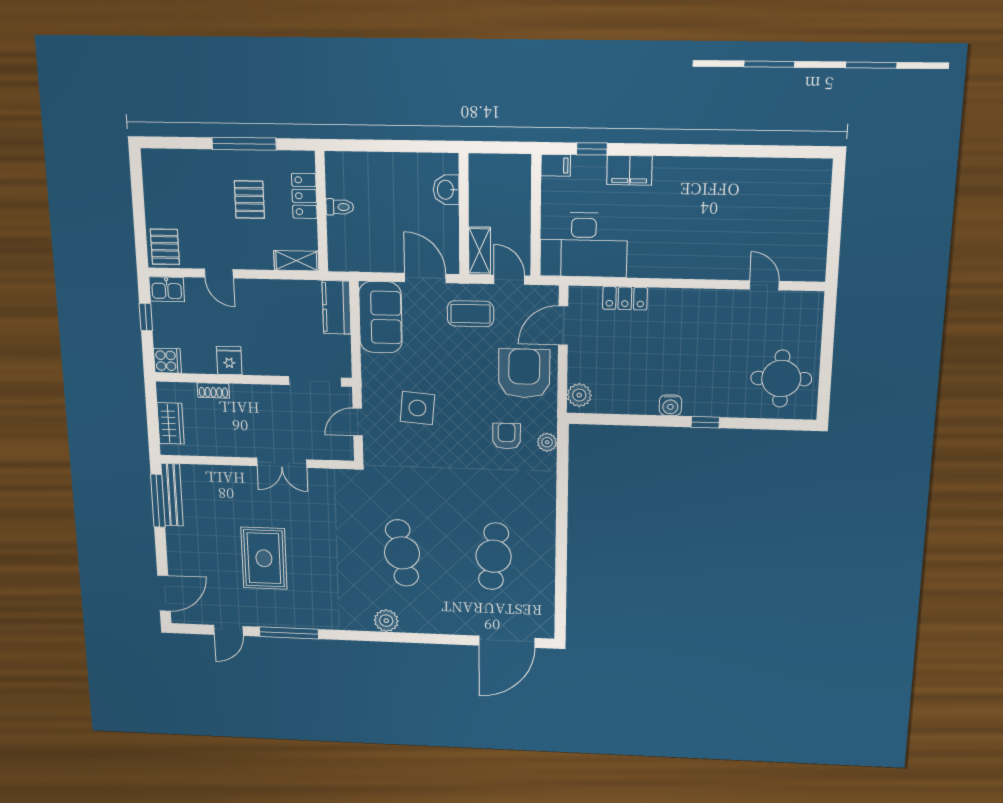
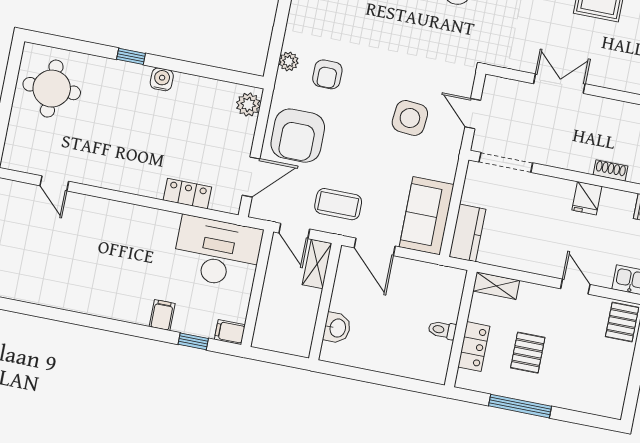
filing cabinet: (629, 170) -> (162, 315), width x0.50
door: (358, 422) -> (473, 114), swing flipped

